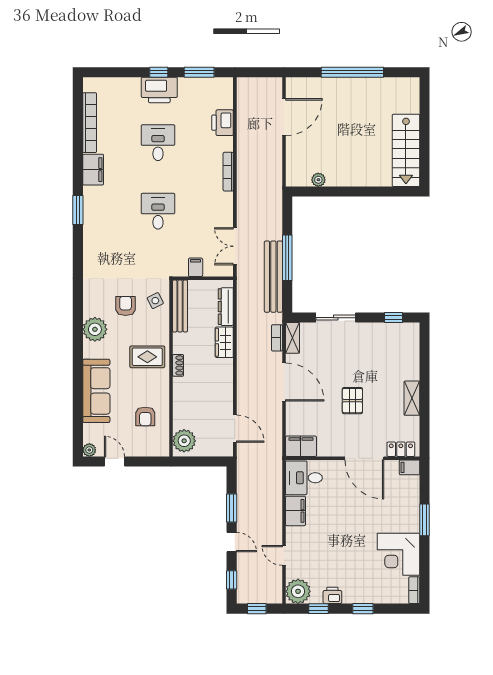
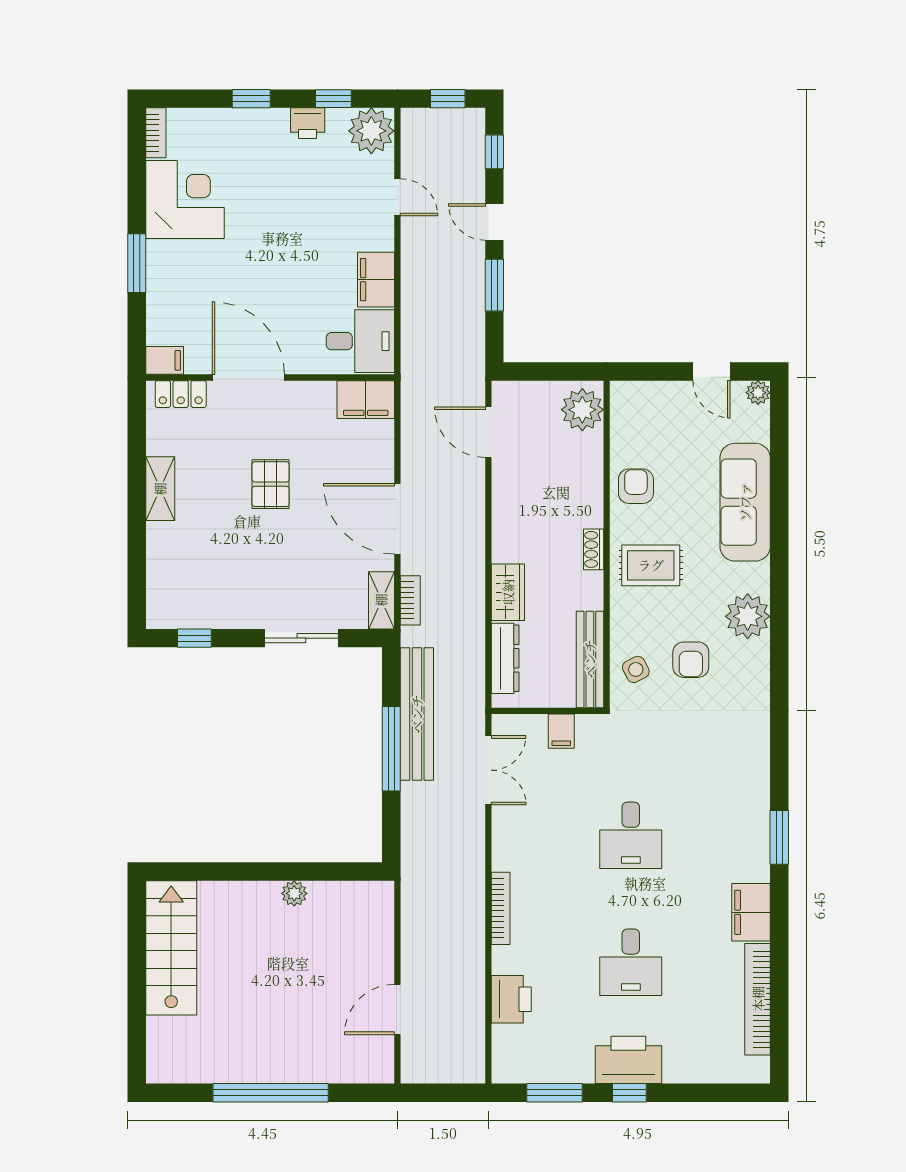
door: (284, 117) -> (397, 1010), width x0.73
plant: (318, 180) -> (294, 893), moved
armchair: (145, 416) -> (636, 486), moved

